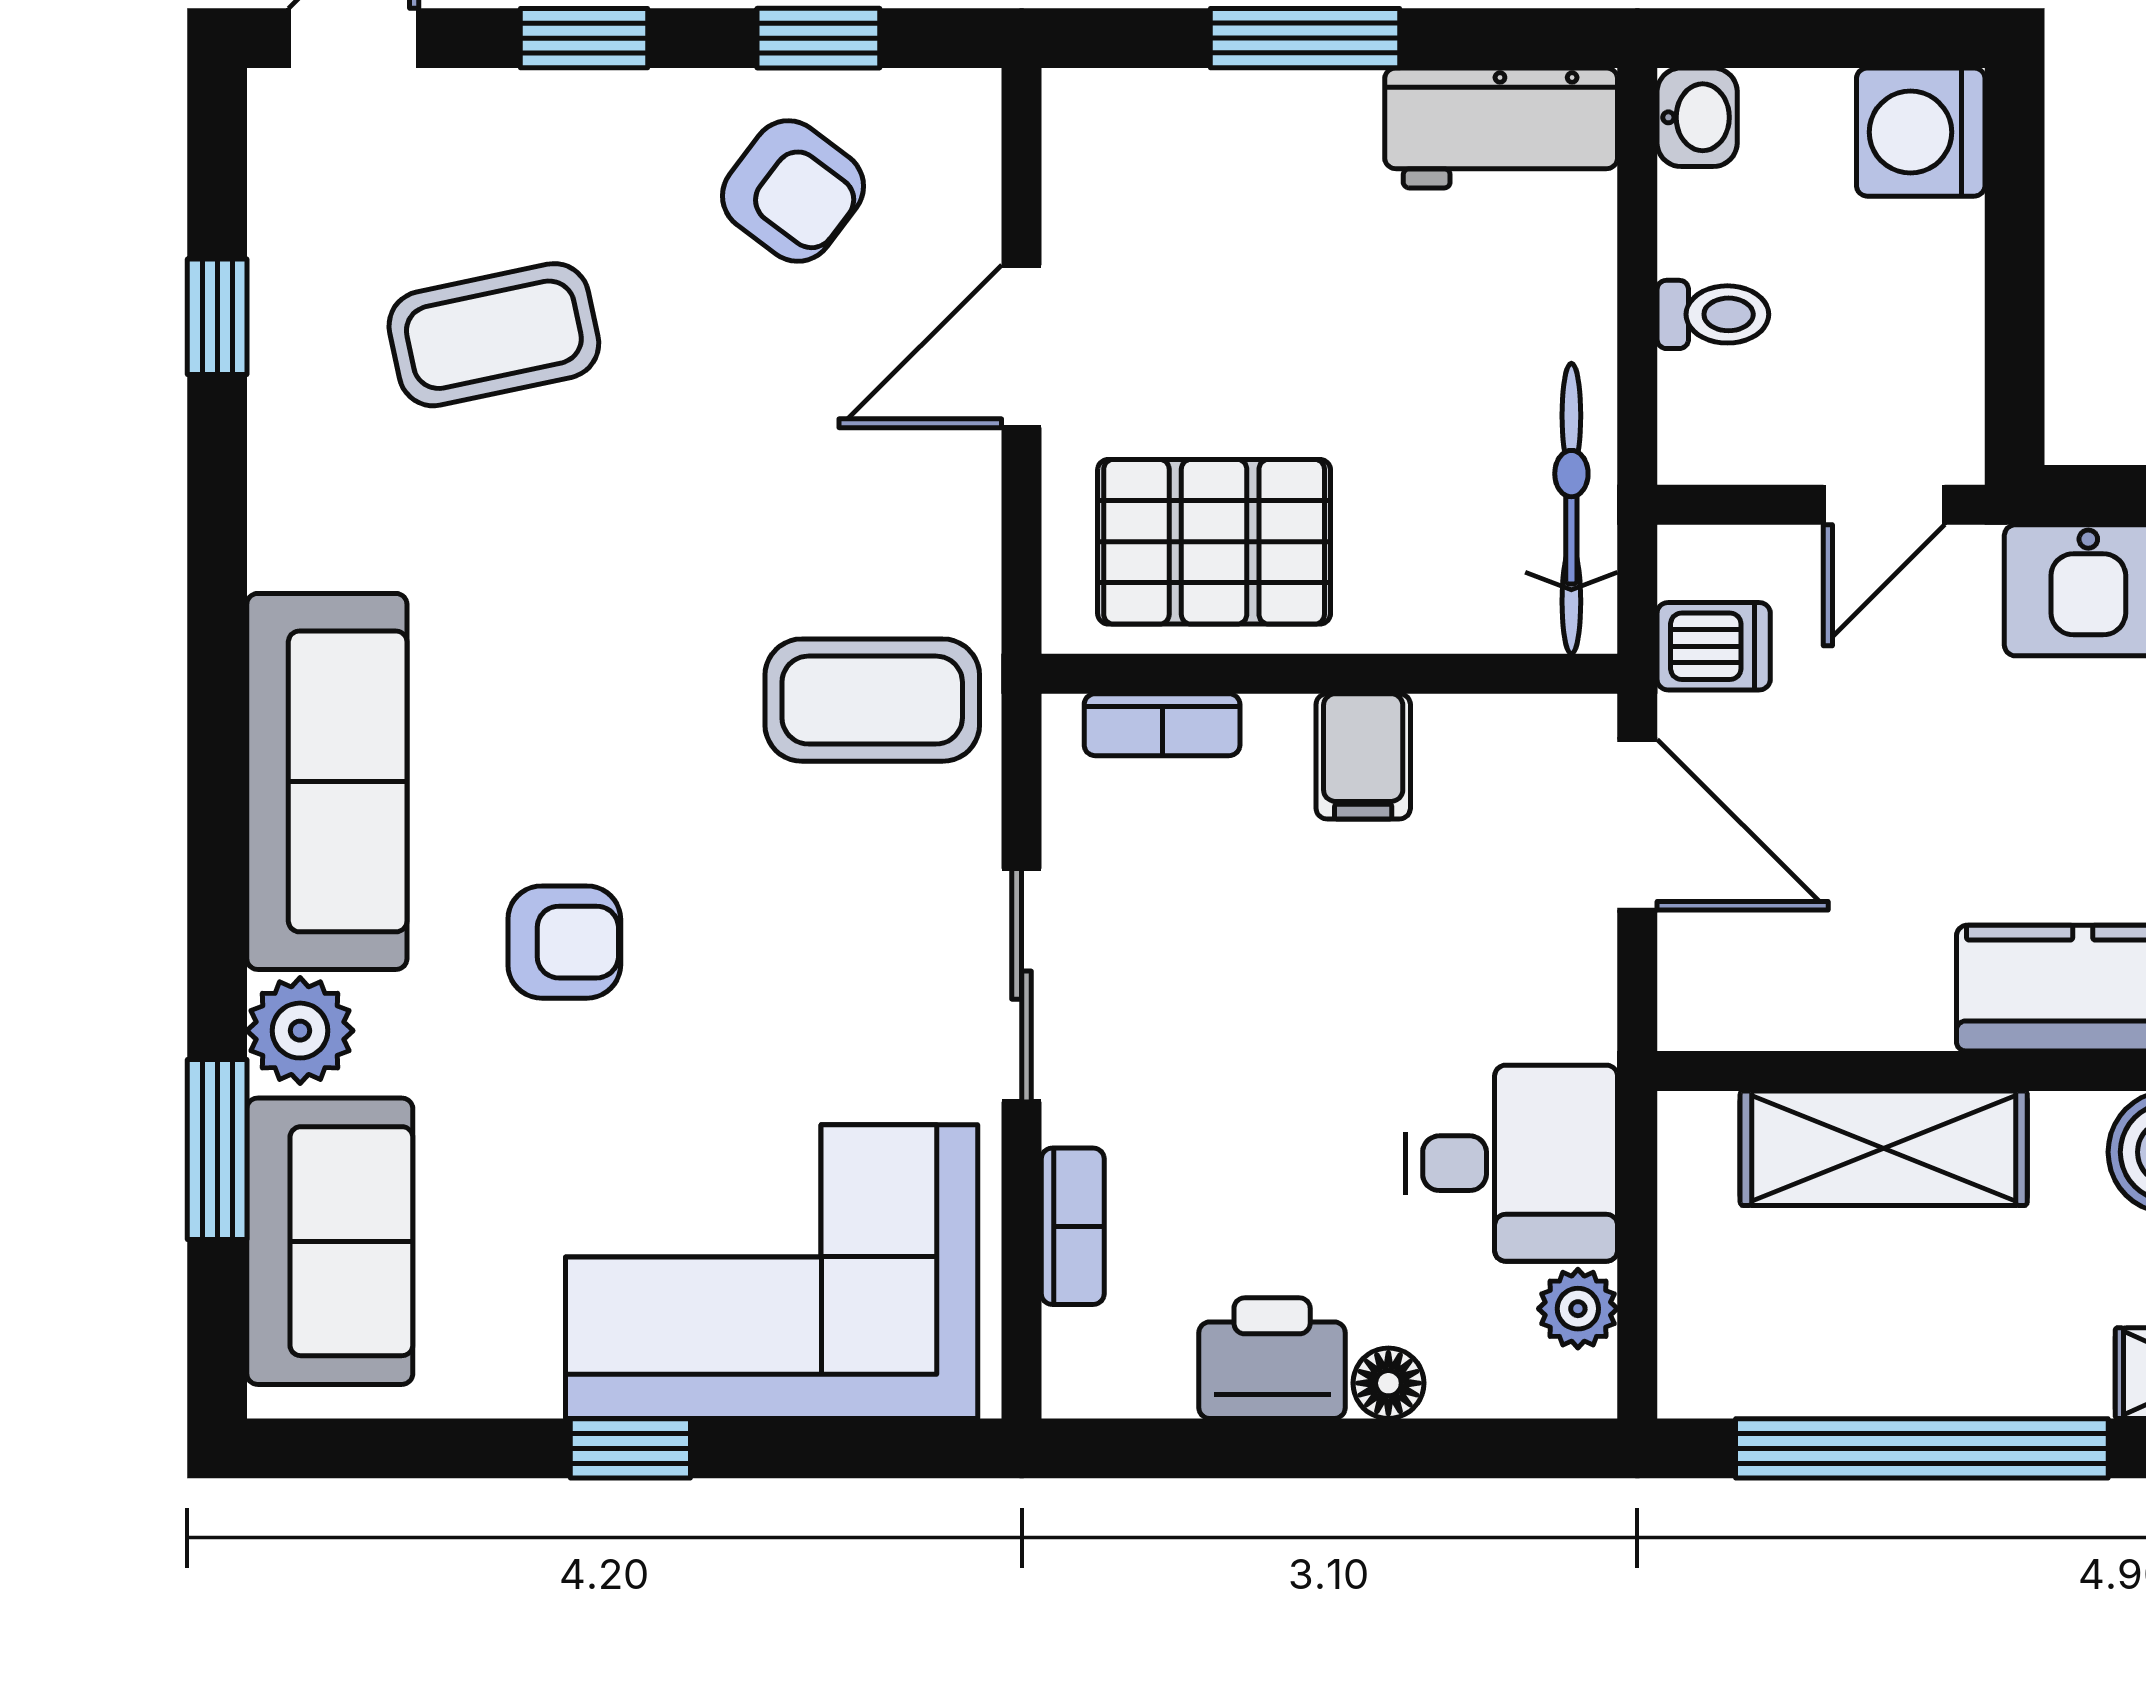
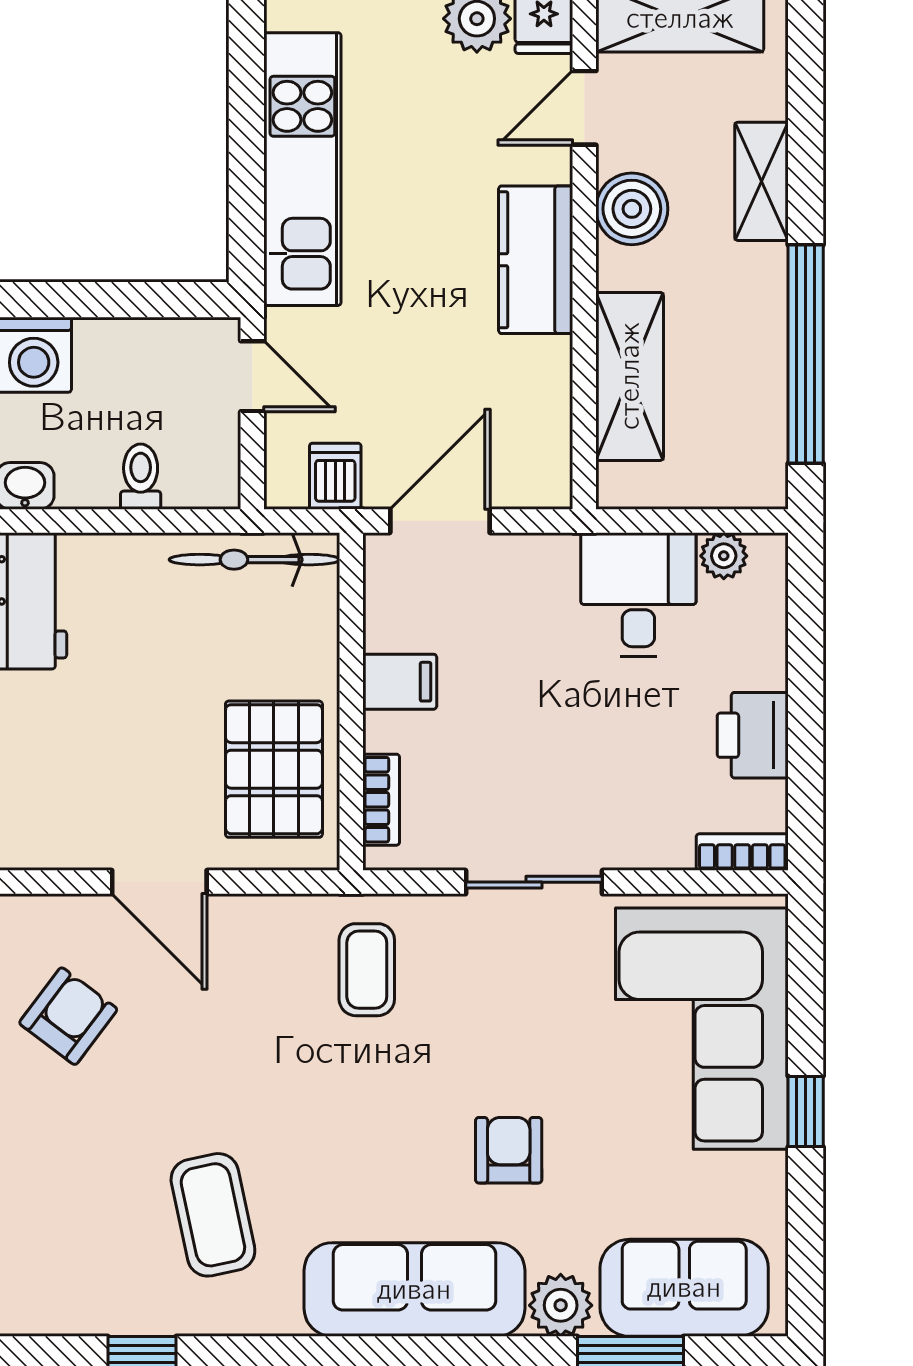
coffee table: (494, 335) -> (213, 1215), moved
coffee table: (872, 700) -> (367, 970), width x0.73, depth x0.77
bookcase: (1073, 1226) -> (742, 852), moved
floor lamp: (1388, 1383) -> (767, 667), removed

